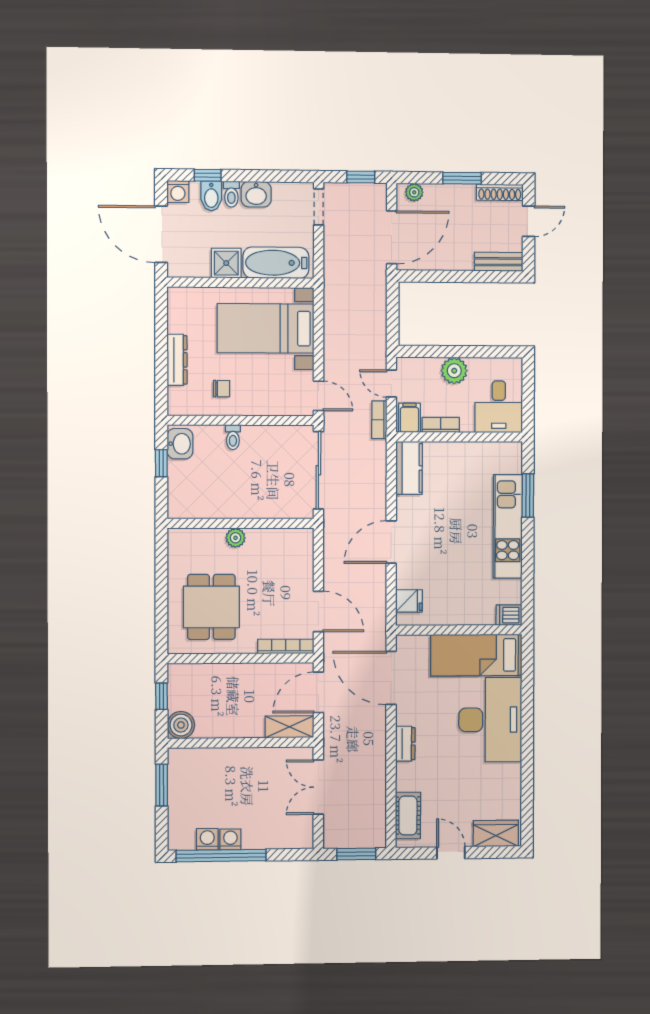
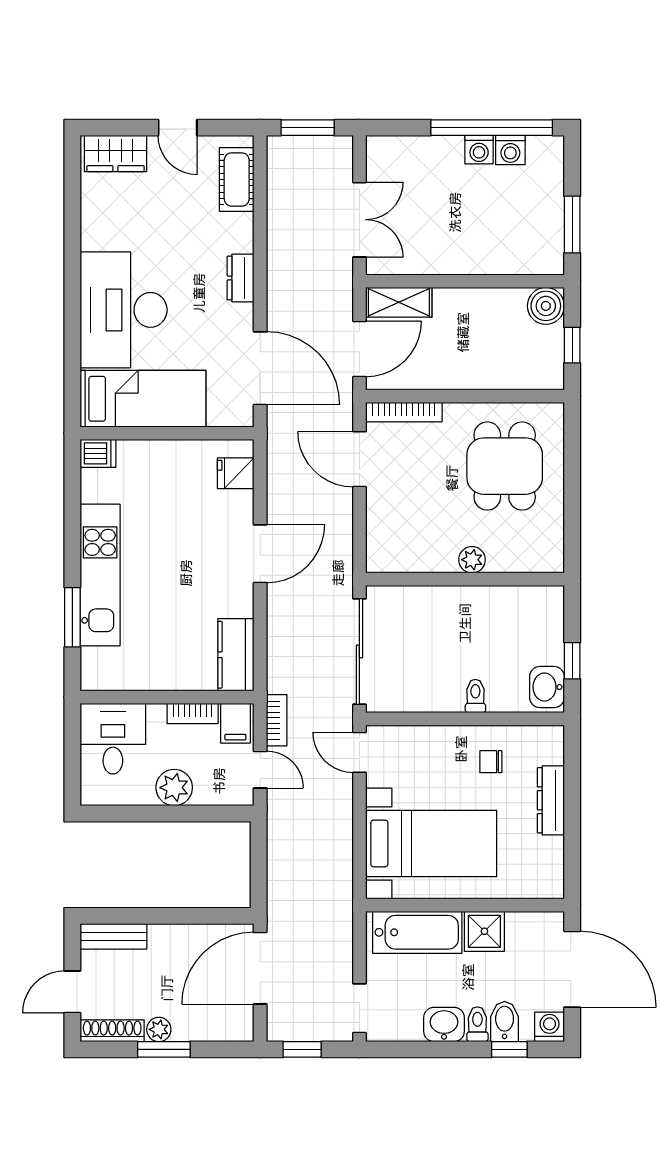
plant: (414, 192) -> (159, 1029), moved

